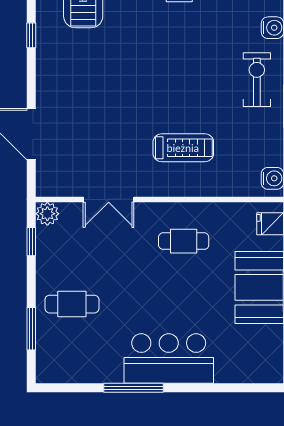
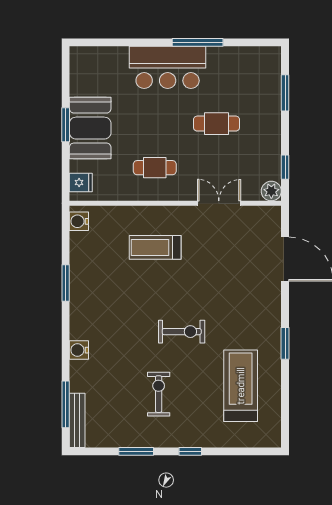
window: (31, 35) -> (285, 343), width x1.50
exercise bike: (257, 80) -> (182, 332), moved, turned -90
cafe table: (72, 304) -> (217, 124), moved

